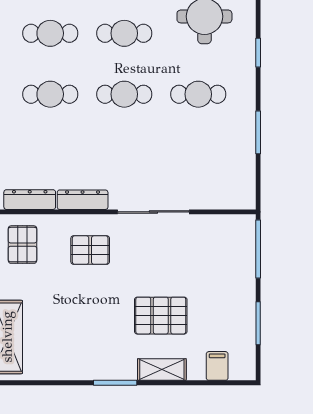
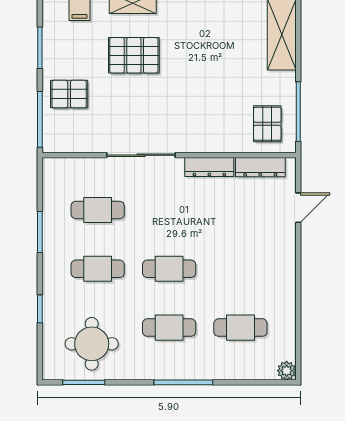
cafe table: (50, 94) -> (98, 210), moved
pallet: (90, 250) -> (69, 94), moved

